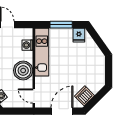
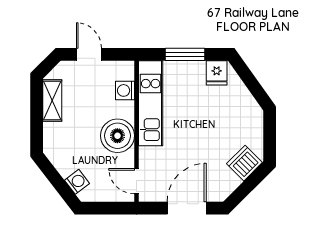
dishwasher: (85, 96) -> (244, 163), moved

